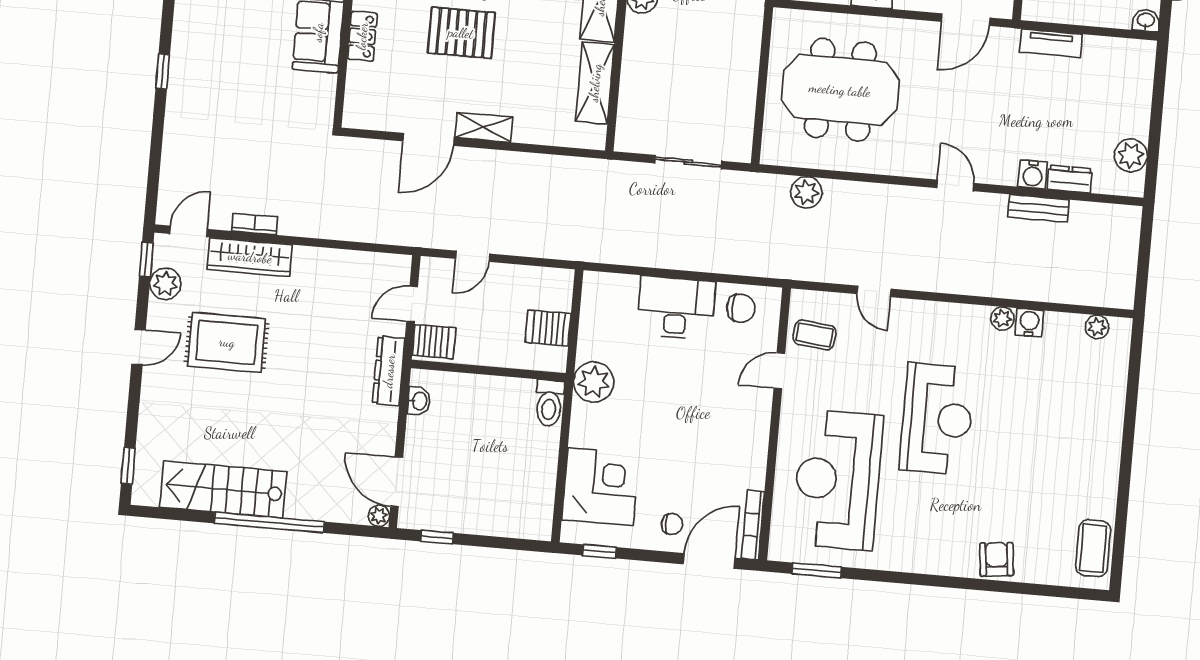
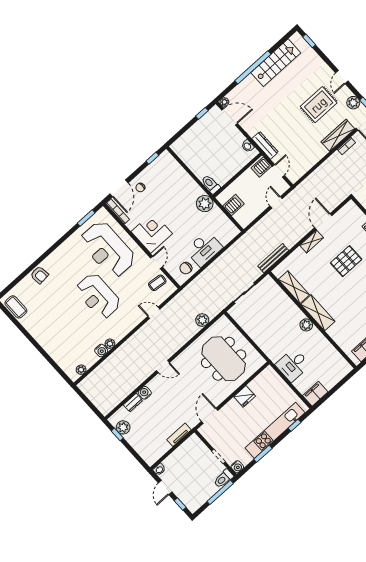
meeting table: (840, 90) -> (224, 359), turned 90
window: (1153, 154) -> (117, 434), added
bench: (1039, 209) -> (273, 258), moved, width x1.36
reception desk: (838, 480) -> (107, 249), turned 180
corner desk: (601, 487) -> (152, 233), moved, turned 180

